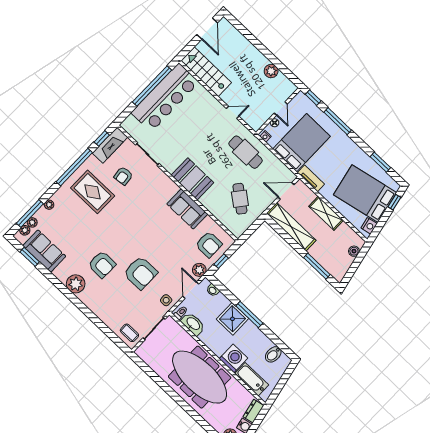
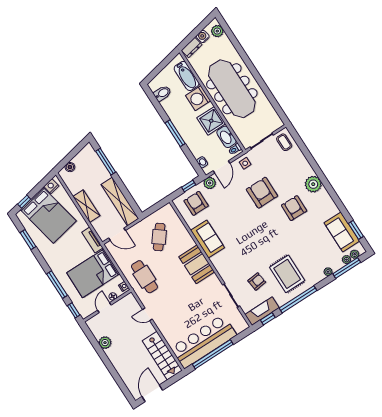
plant: (76, 284) -> (313, 184), moved
shower: (232, 319) -> (211, 121), moved

